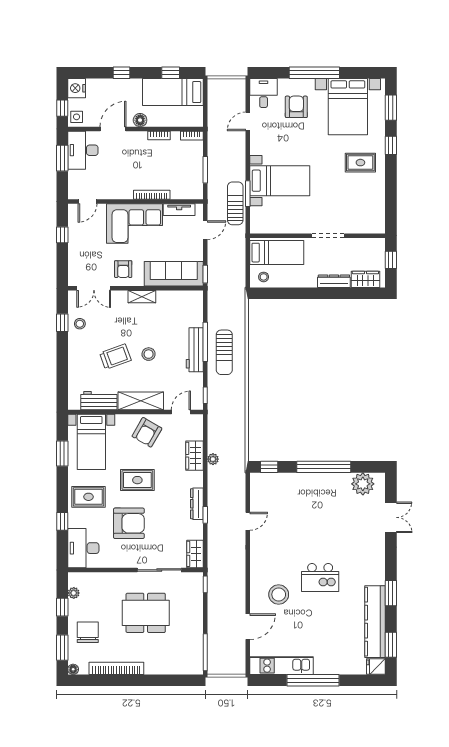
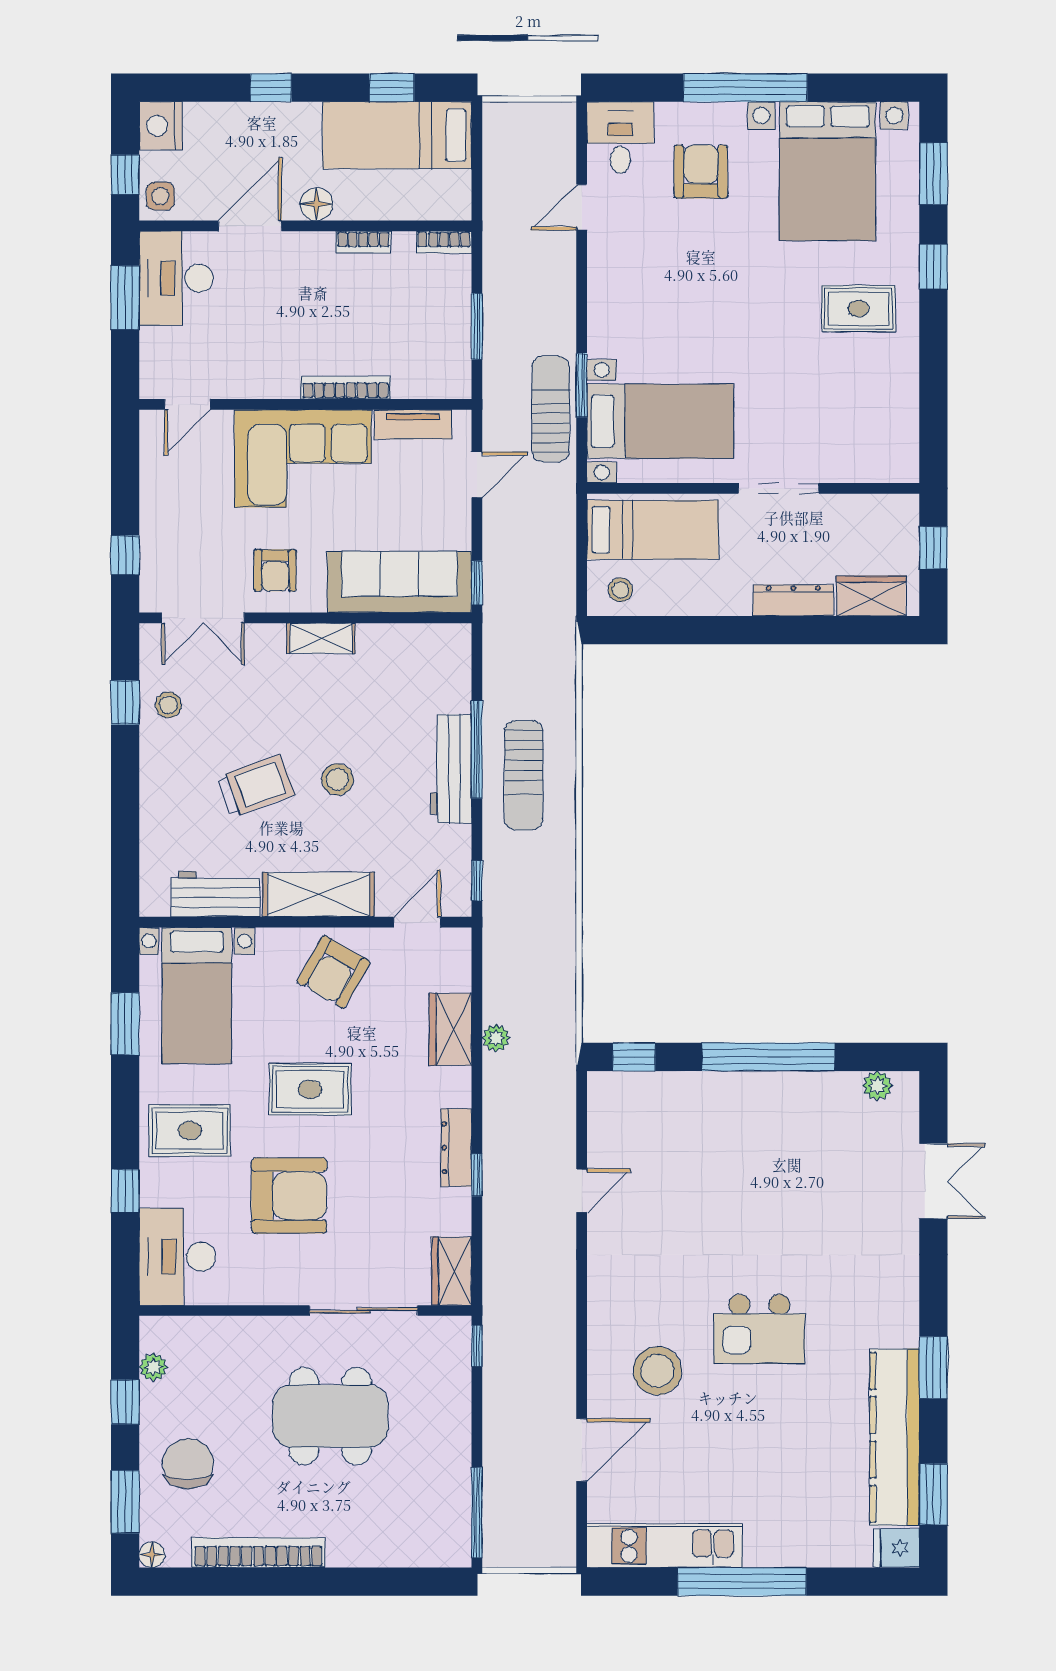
bed with nightstands: (280, 181) -> (660, 421), moved
window: (62, 235) -> (125, 555), moved
plant: (363, 484) -> (877, 1086), width x0.53, depth x0.53

